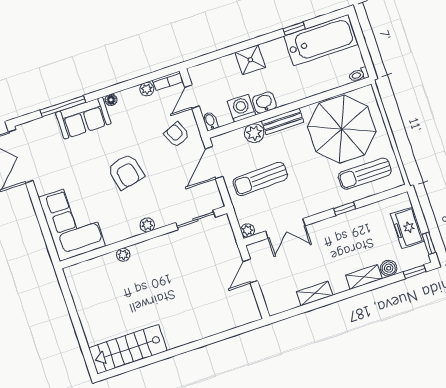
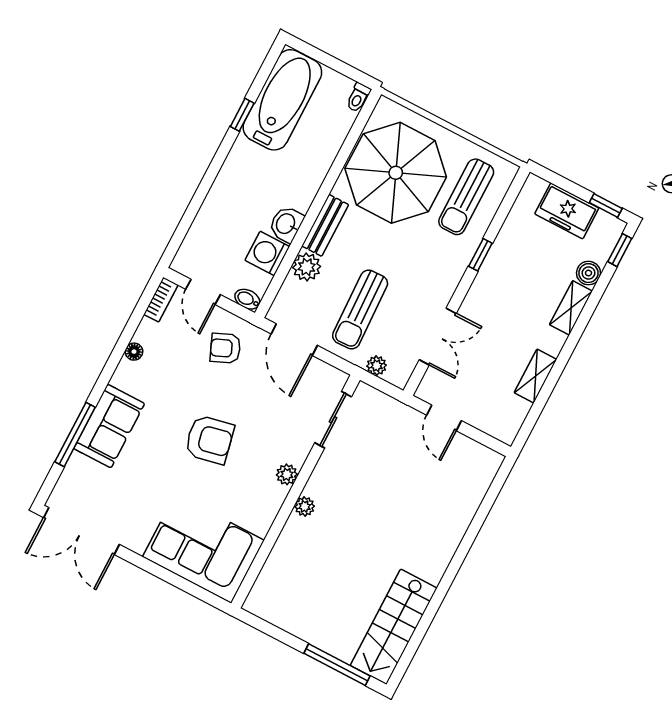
shower: (250, 60) -> (227, 193), removed
plant: (147, 89) -> (147, 330), removed
floor lamp: (111, 100) -> (134, 352), moved
plant: (248, 230) -> (377, 366), moved
plant: (123, 255) -> (305, 506), moved
window: (83, 341) -> (337, 665), added

